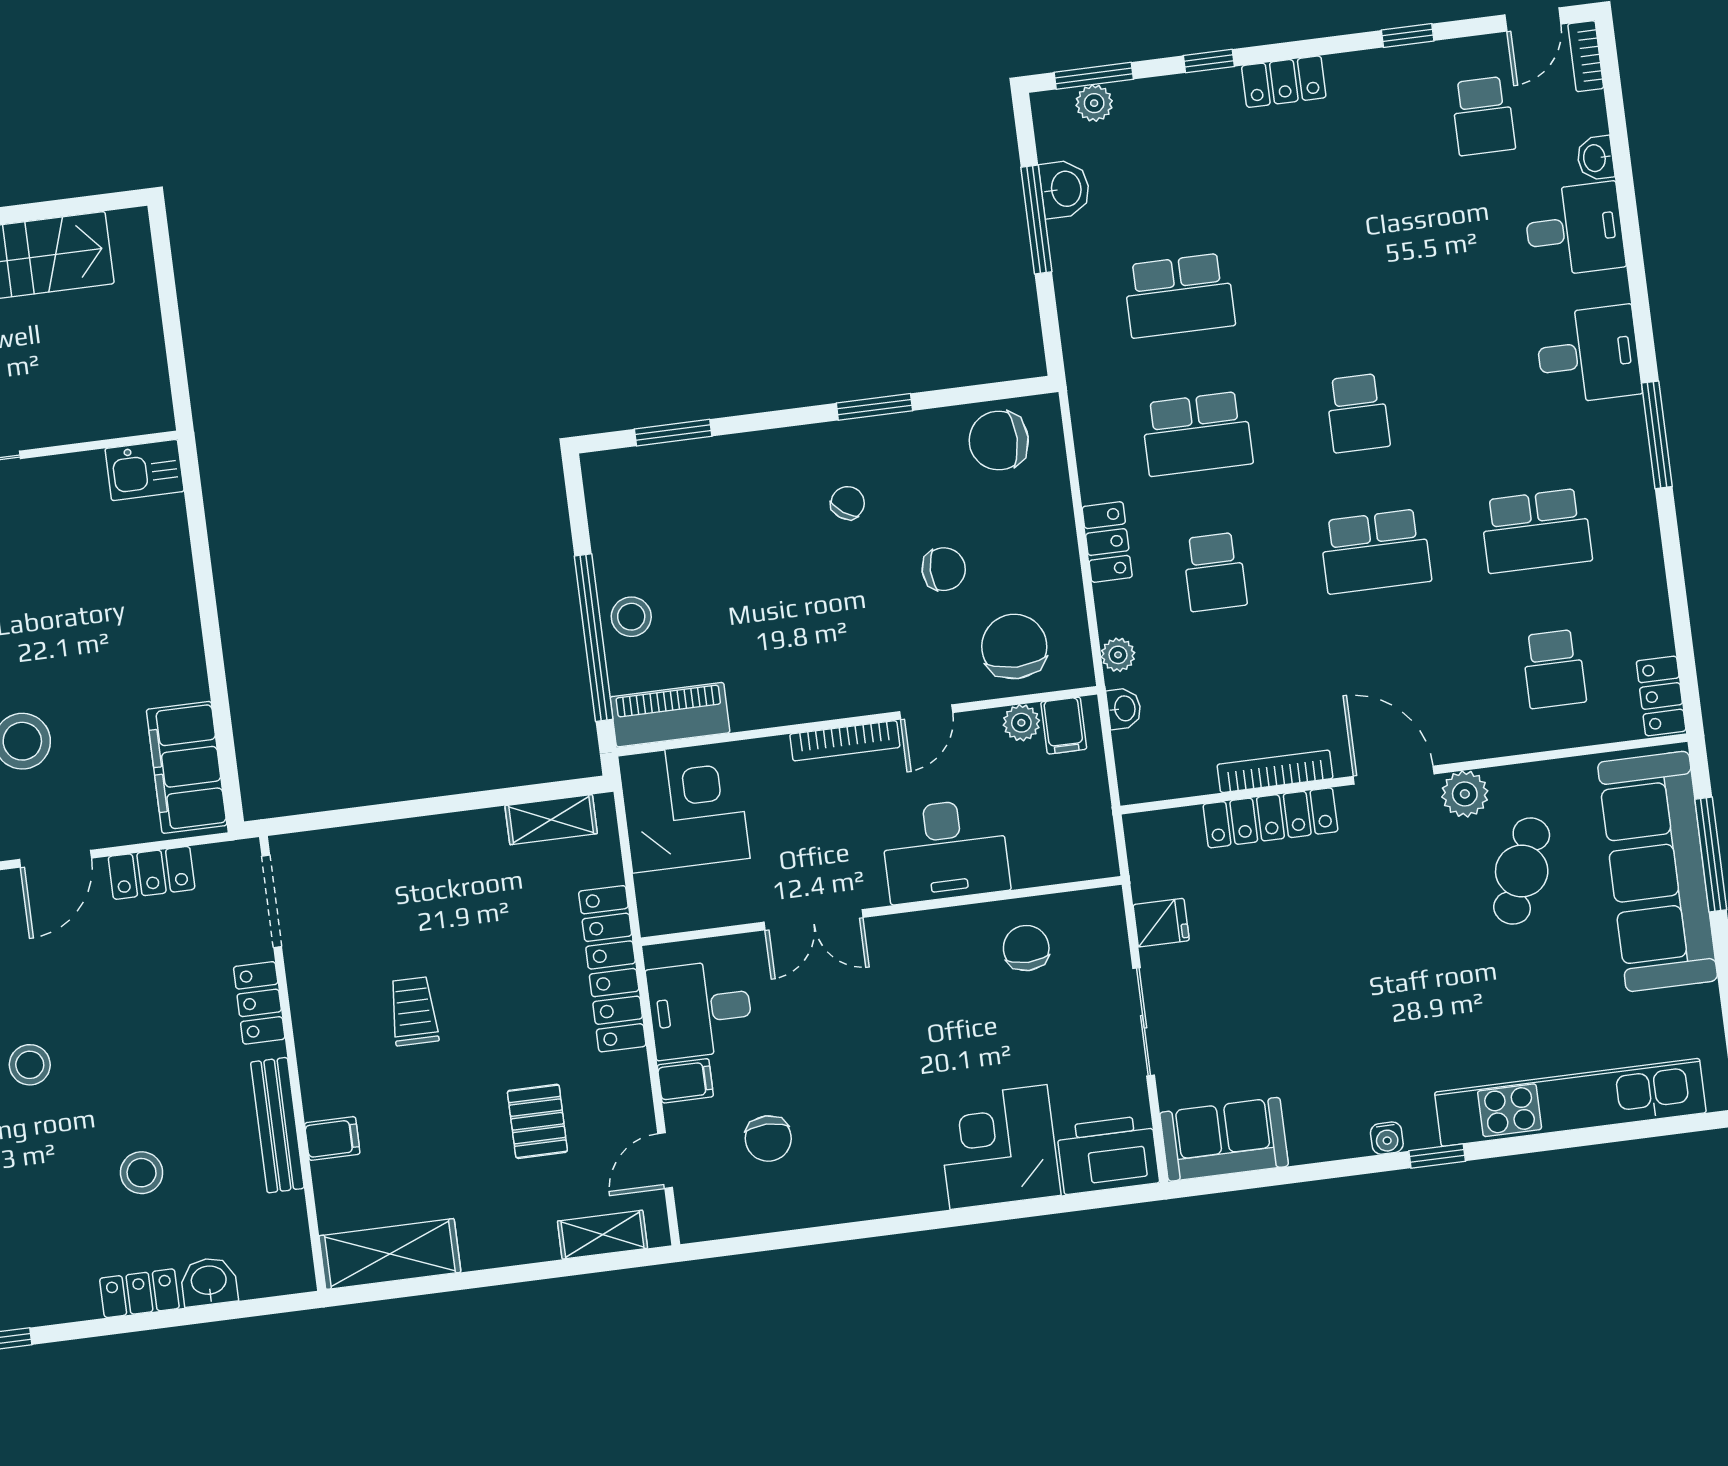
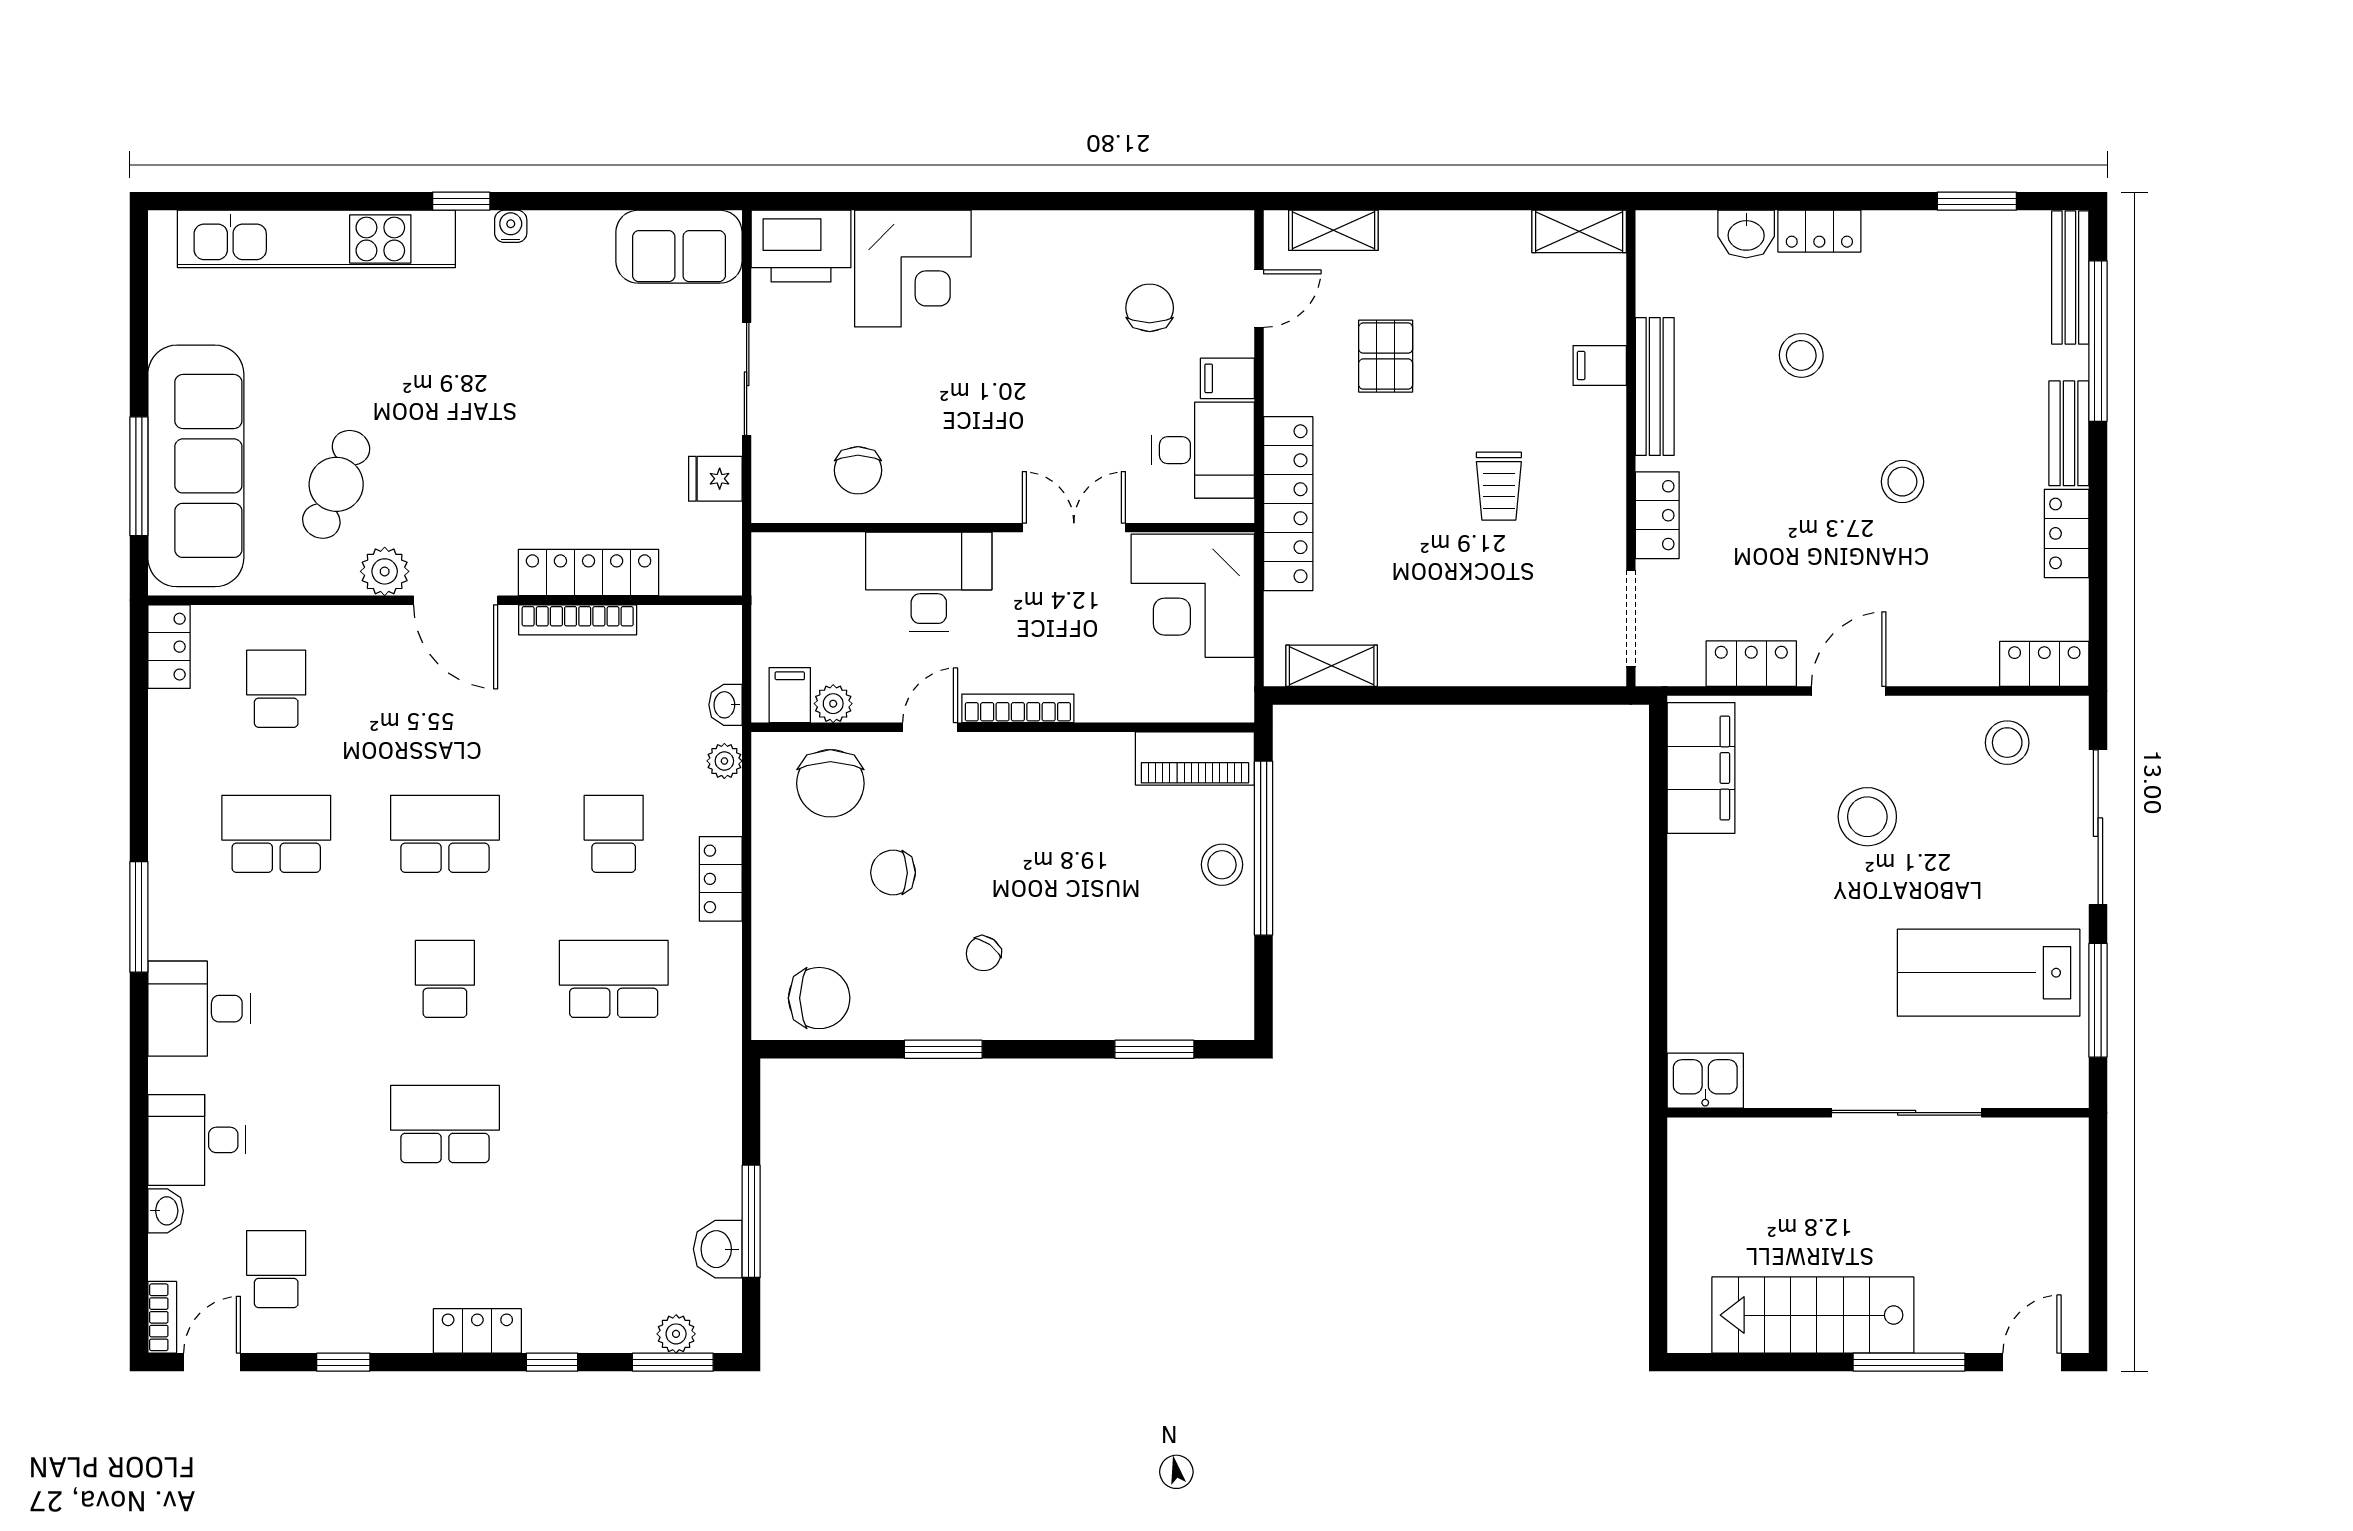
school desk: (1179, 295) -> (445, 1124), moved
corner desk: (684, 807) -> (1193, 596), moved
shelving: (390, 1254) -> (1579, 231), width x0.67, depth x0.75

